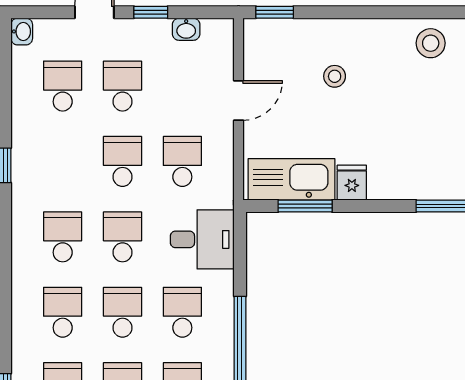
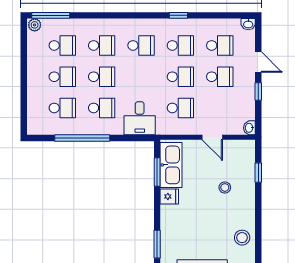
window: (275, 12) -> (258, 173), moved
washbasin: (186, 29) -> (249, 128), moved
school desk: (122, 237) -> (180, 45), moved

